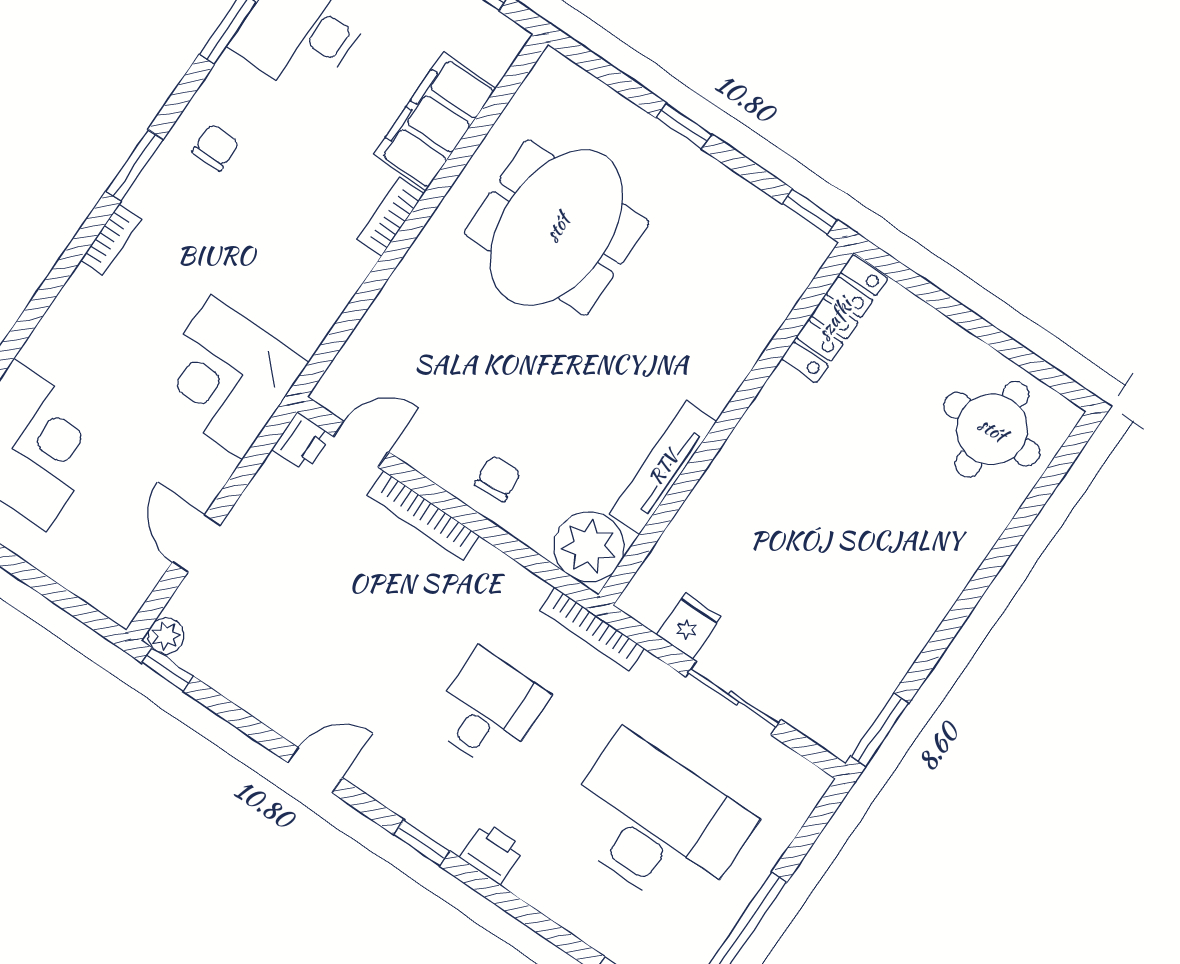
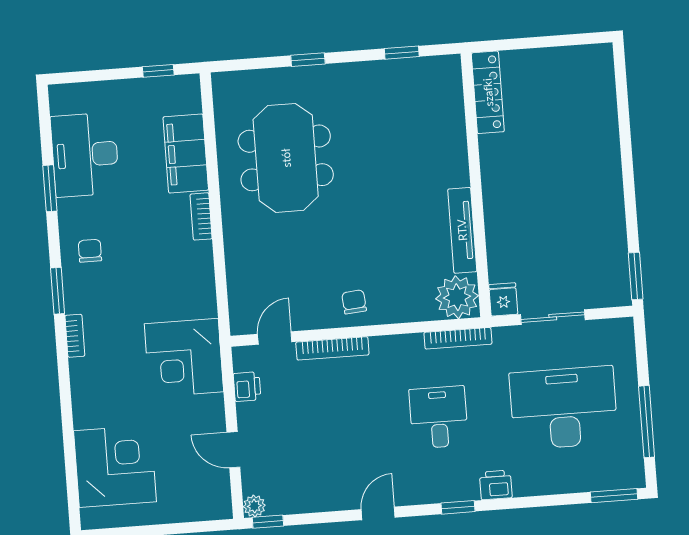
locker: (834, 319) -> (488, 92), moved
wall: (726, 424) -> (476, 185), moved
round table: (992, 429) -> (574, 87), removed
printer: (301, 442) -> (247, 387), moved
tv unit: (663, 468) -> (462, 230), moved
plant: (589, 547) -> (457, 297), moved

